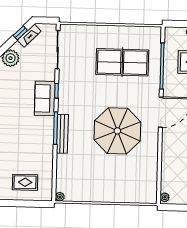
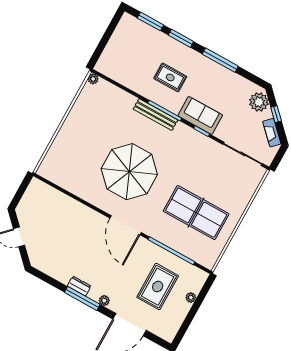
window: (20, 33) -> (276, 114), moved
table tennis table: (122, 62) -> (196, 213), turned 90
rug: (25, 182) -> (170, 77), moved, turned 90
plant: (165, 197) -> (38, 184), removed

